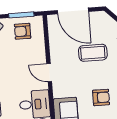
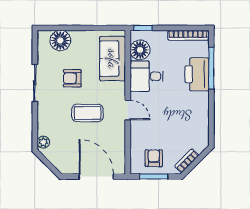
armchair: (23, 31) -> (154, 158), turned -90
coffee table: (93, 53) -> (87, 113), moved

